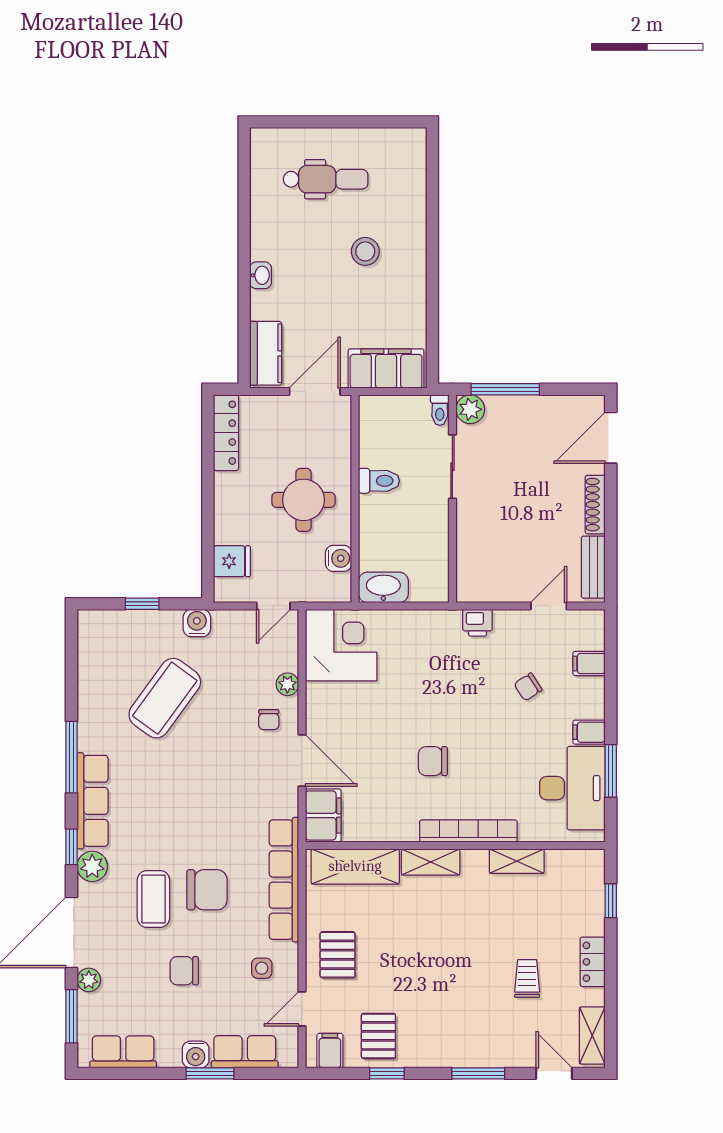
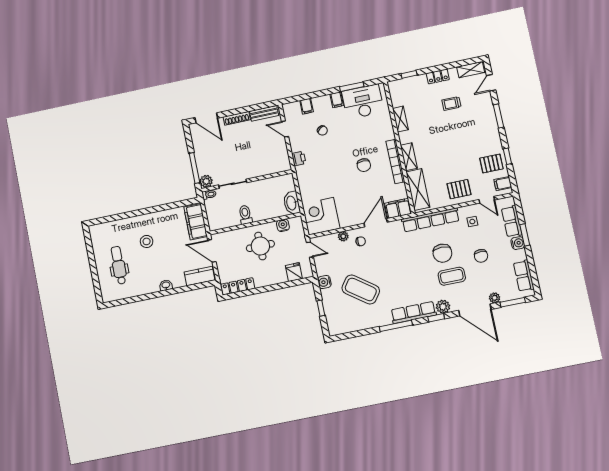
bookcase: (468, 831) -> (395, 161), moved
chair: (207, 890) -> (442, 253), turned 180

